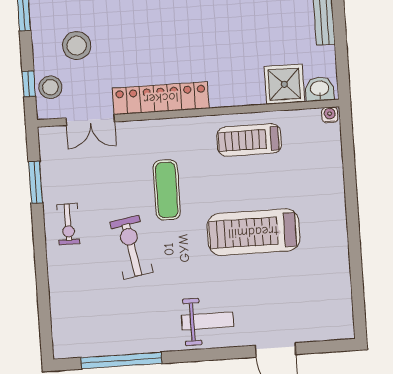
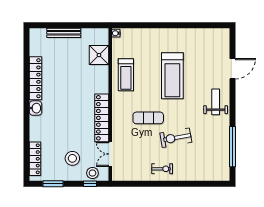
washbasin: (320, 89) -> (103, 37), removed
double door: (90, 120) -> (110, 154), swing flipped
window: (35, 182) -> (140, 184), removed

